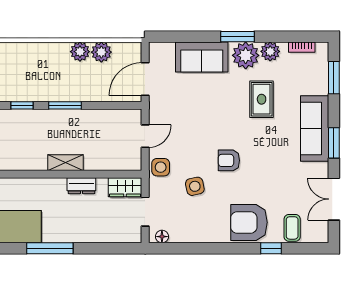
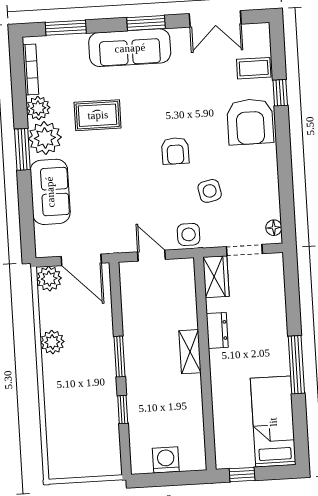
bookcase: (302, 47) -> (31, 70), width x1.56
plant: (101, 52) -> (49, 279), moved

